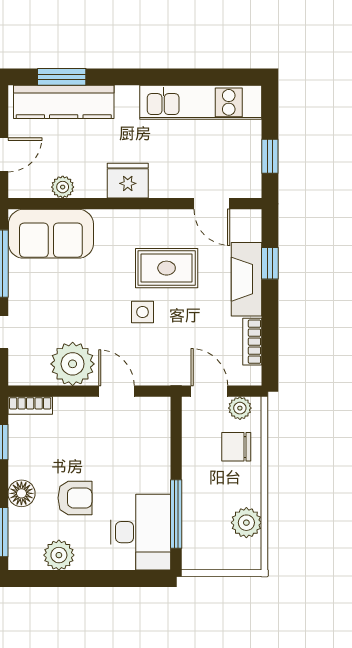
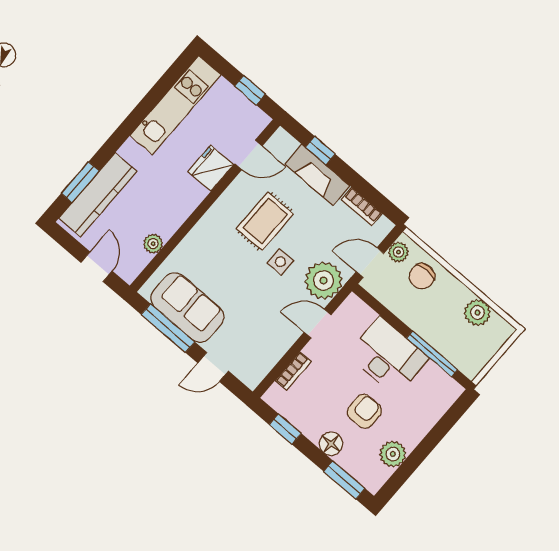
fridge: (128, 181) -> (211, 168), moved
sofa: (51, 234) -> (187, 307), moved, turned -90
plant: (73, 364) -> (323, 280), moved
bookcase: (30, 405) -> (293, 371), moved
desk: (141, 532) -> (388, 356), moved

